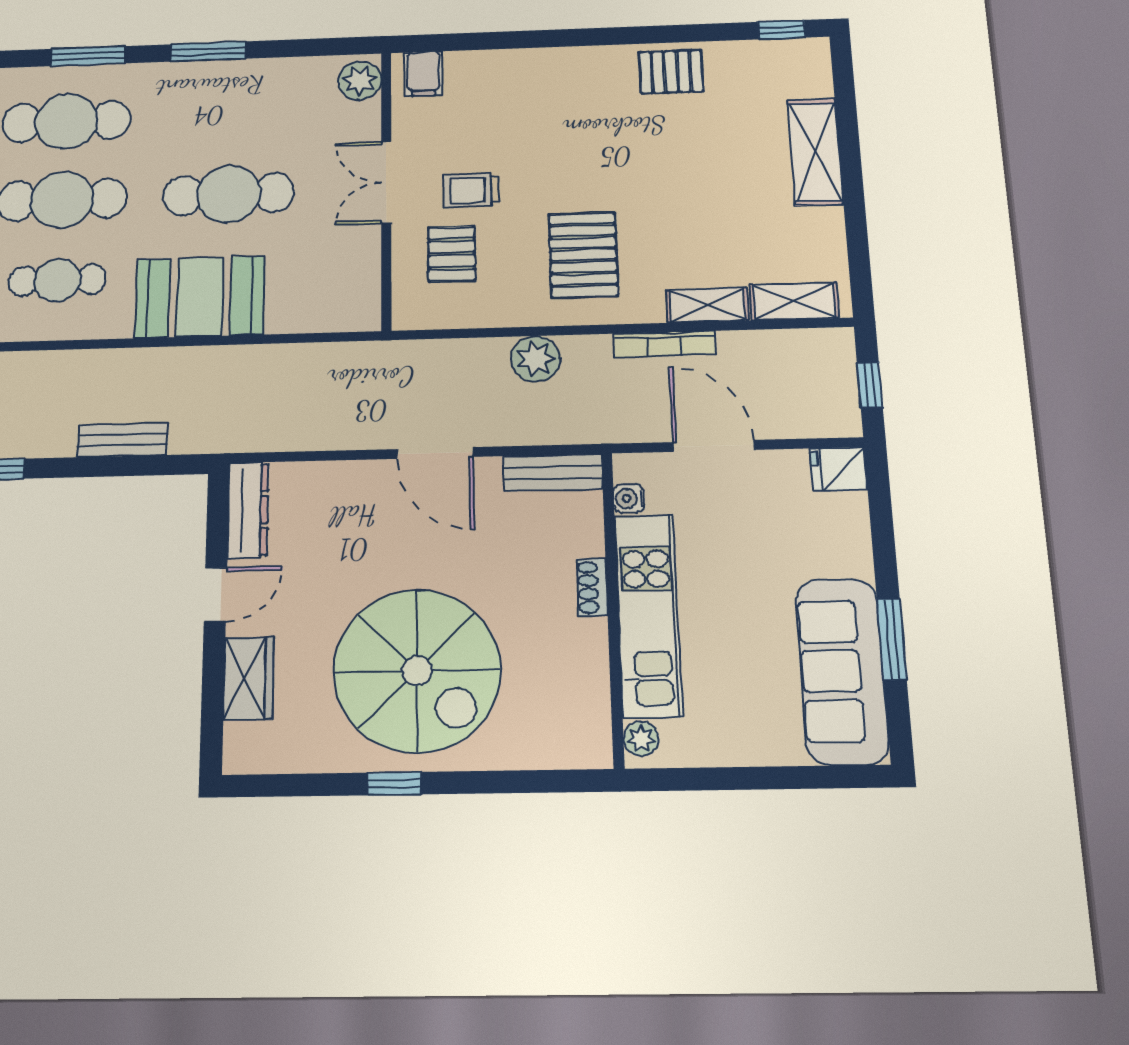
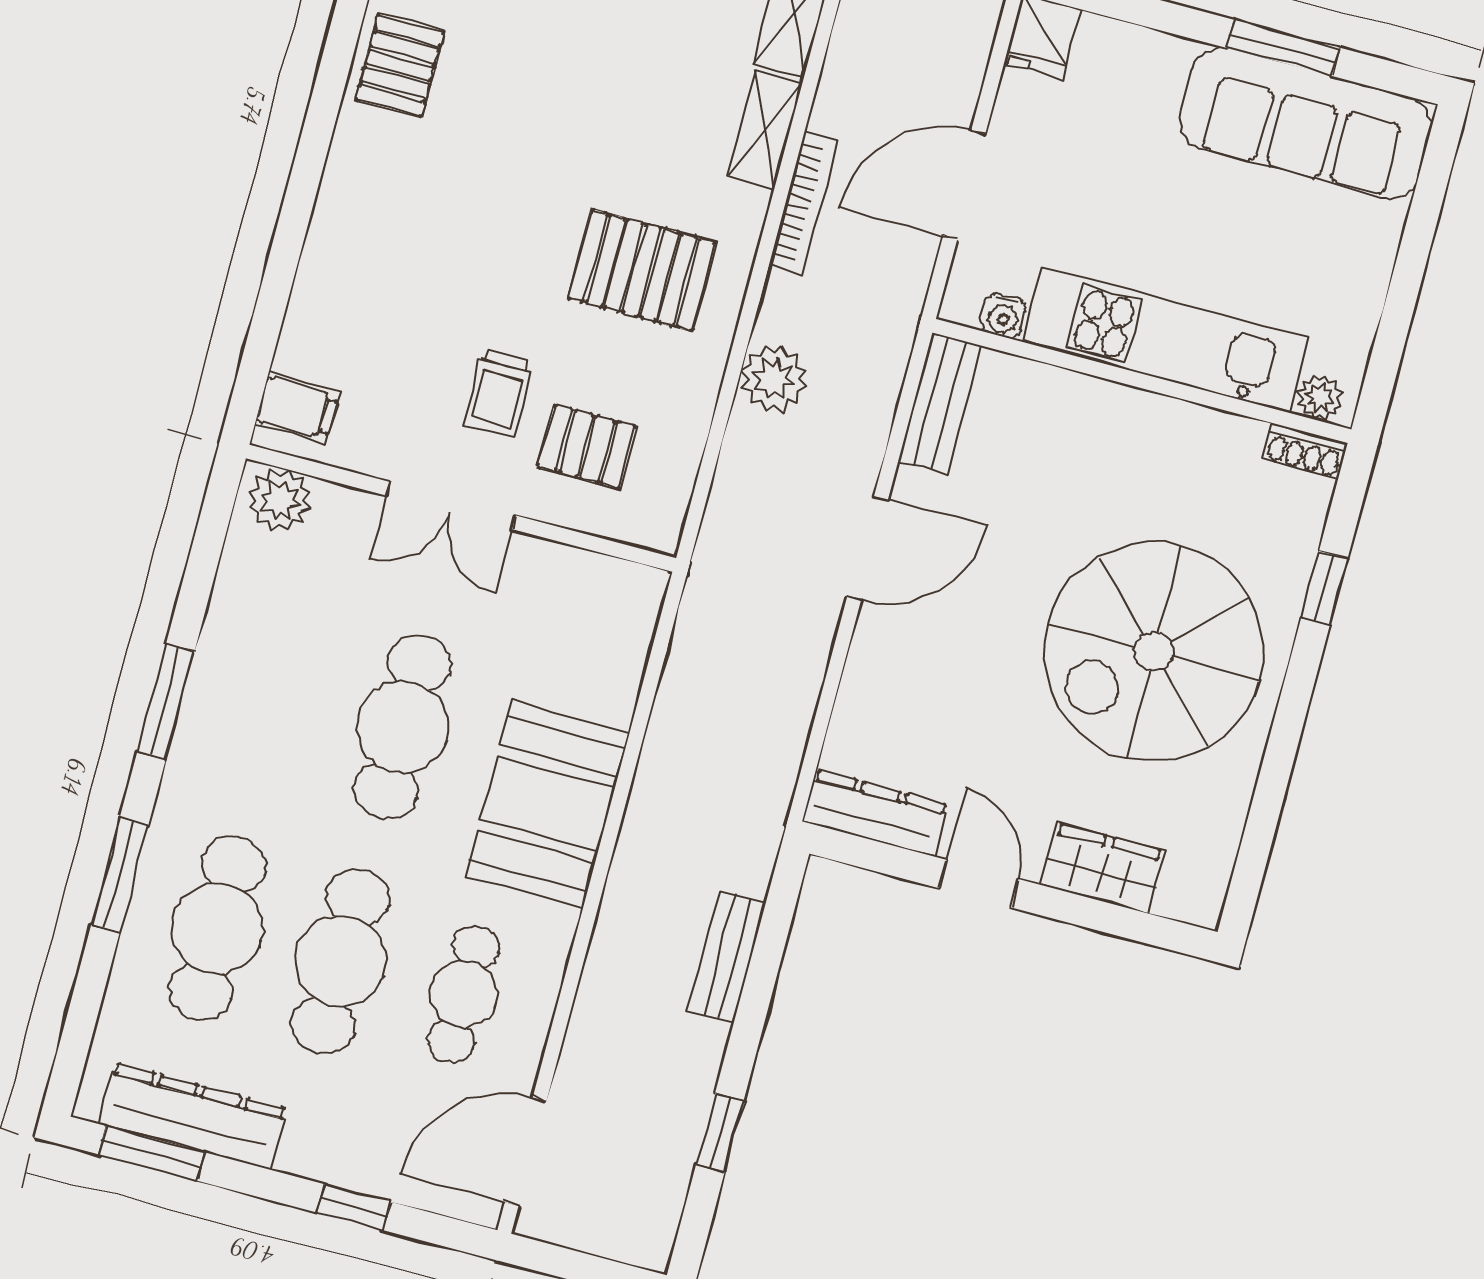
shoe rack: (592, 587) -> (1305, 451), moved
spiral stairs: (417, 671) -> (1154, 652), turned 180
window: (394, 784) -> (1324, 588), moved

